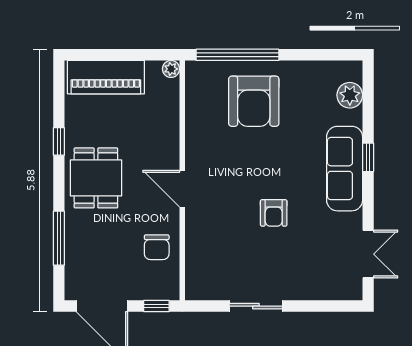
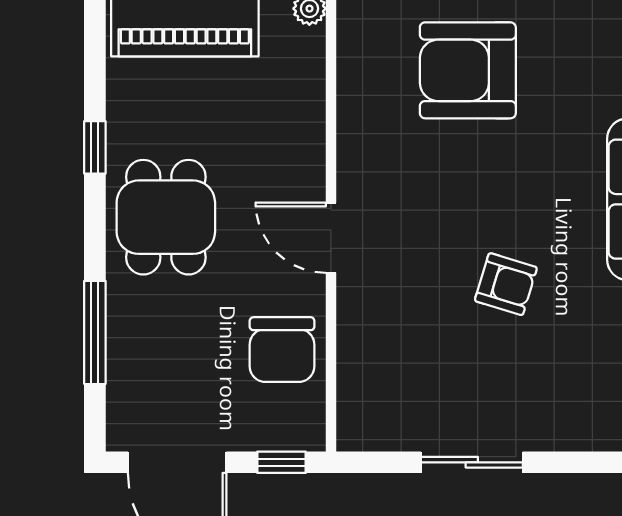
armchair: (254, 101) -> (468, 70), turned 90
armchair: (274, 213) -> (506, 284), turned -73
chair: (157, 247) -> (282, 350), width x1.37, depth x1.37

